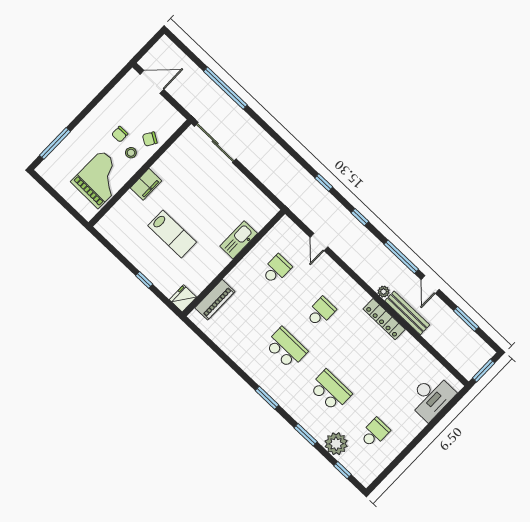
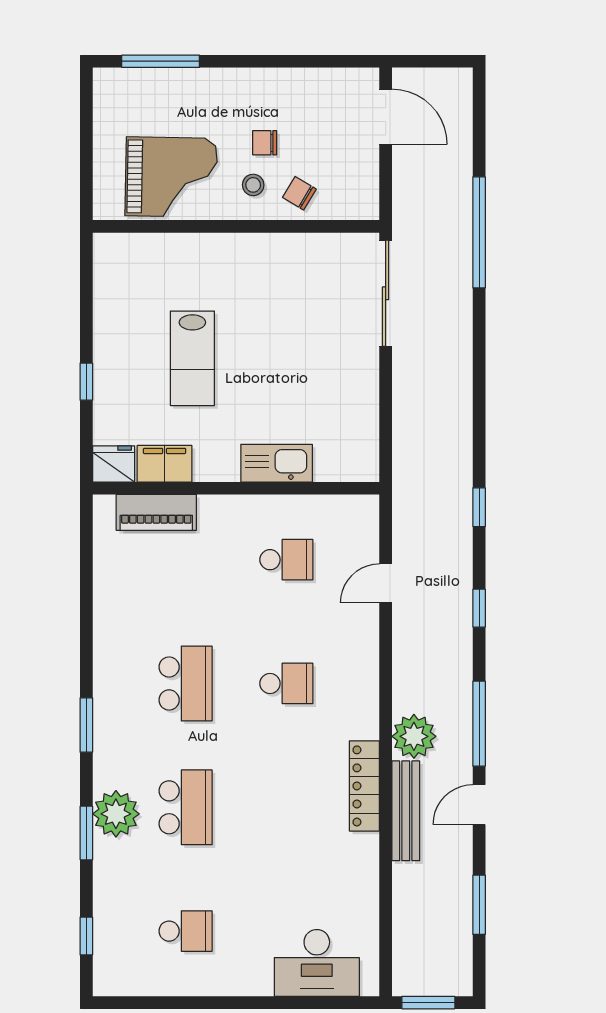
filing cabinet: (146, 184) -> (165, 464), moved, turned 180
plant: (384, 292) -> (414, 736), width x1.88, depth x1.88
plant: (336, 444) -> (116, 814), moved

